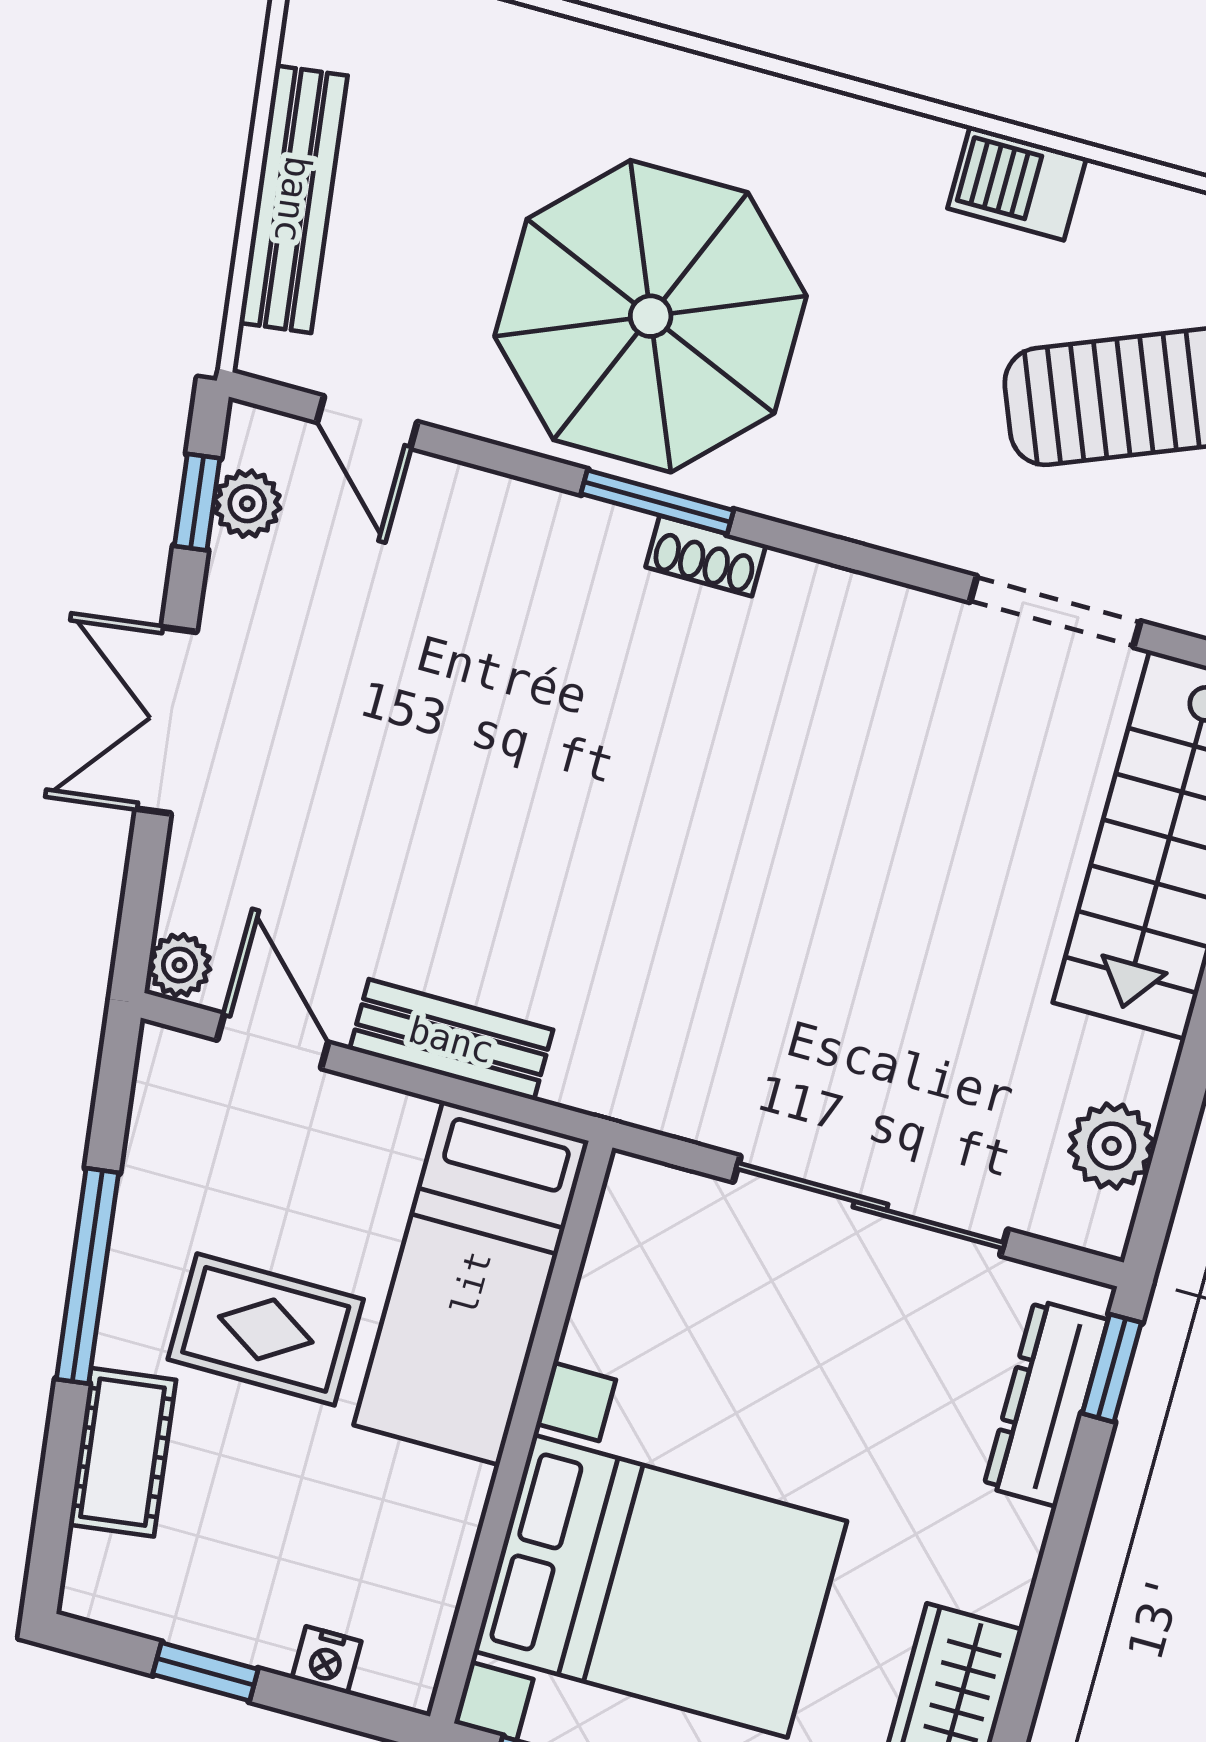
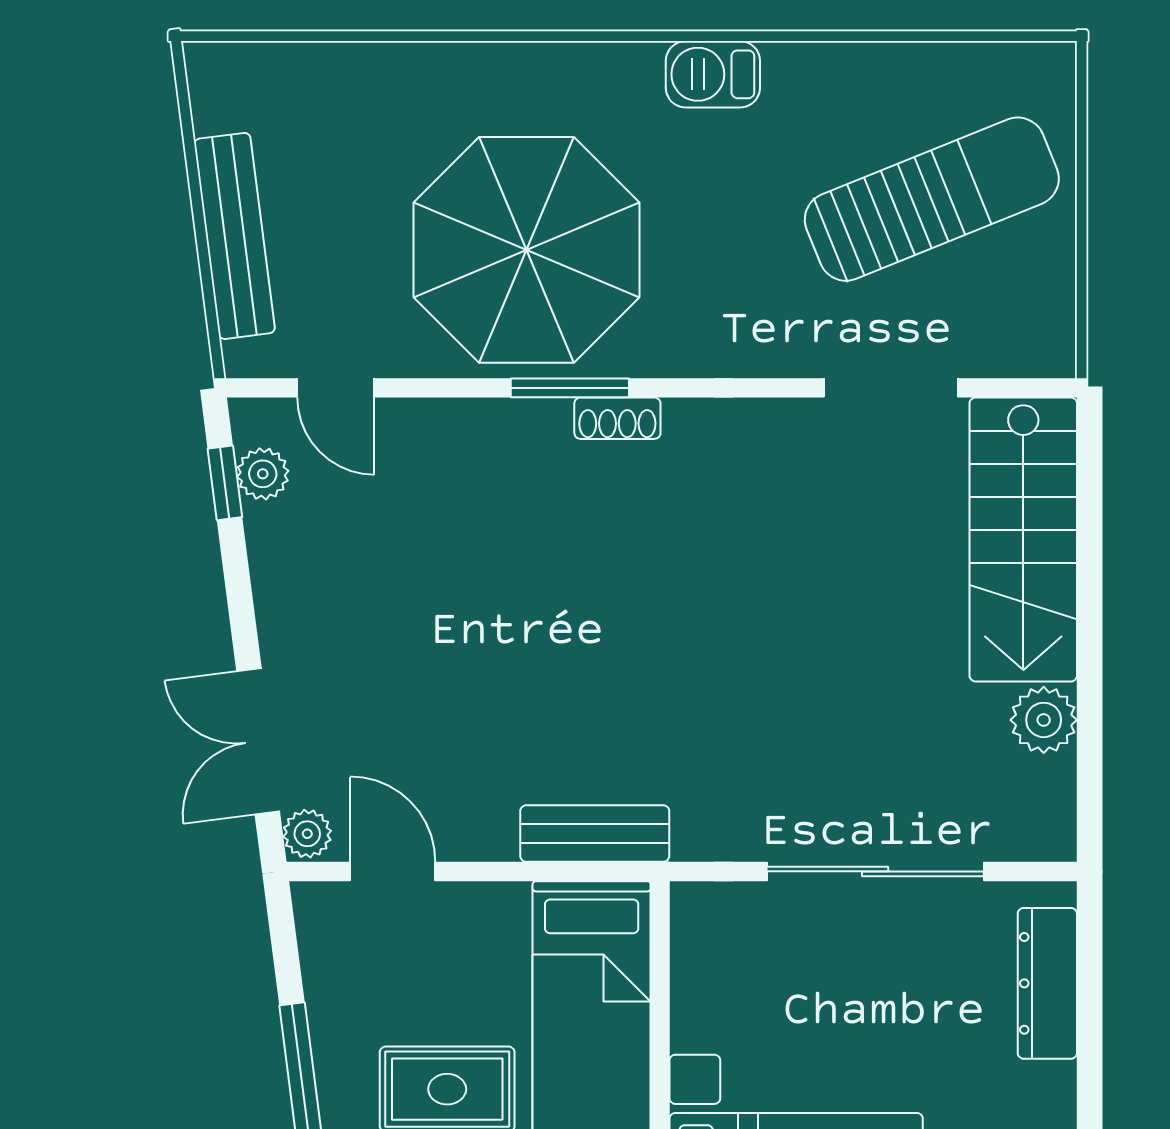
barbecue: (1017, 183) -> (713, 74), moved
double door: (166, 720) -> (258, 741), moved
bench: (451, 1040) -> (595, 834), moved
plant: (1112, 1146) -> (1044, 720), moved
window: (1112, 1368) -> (1090, 943), removed

